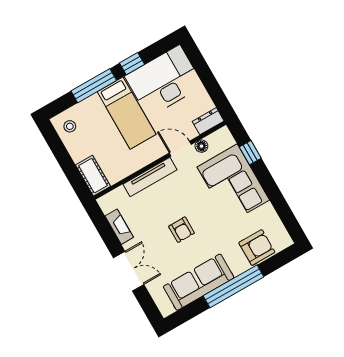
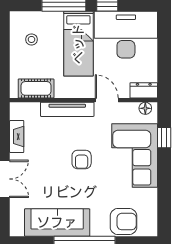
stool: (70, 126) -> (31, 39), moved
floor lamp: (201, 146) -> (145, 108), moved
cot: (93, 176) -> (36, 88), moved, turned 90
armchair: (182, 230) -> (82, 159), moved

